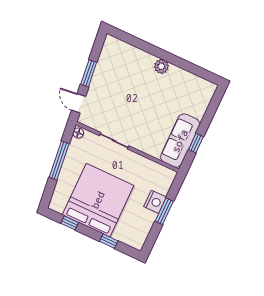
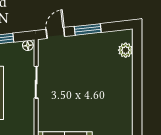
plant: (161, 66) -> (126, 50), moved

